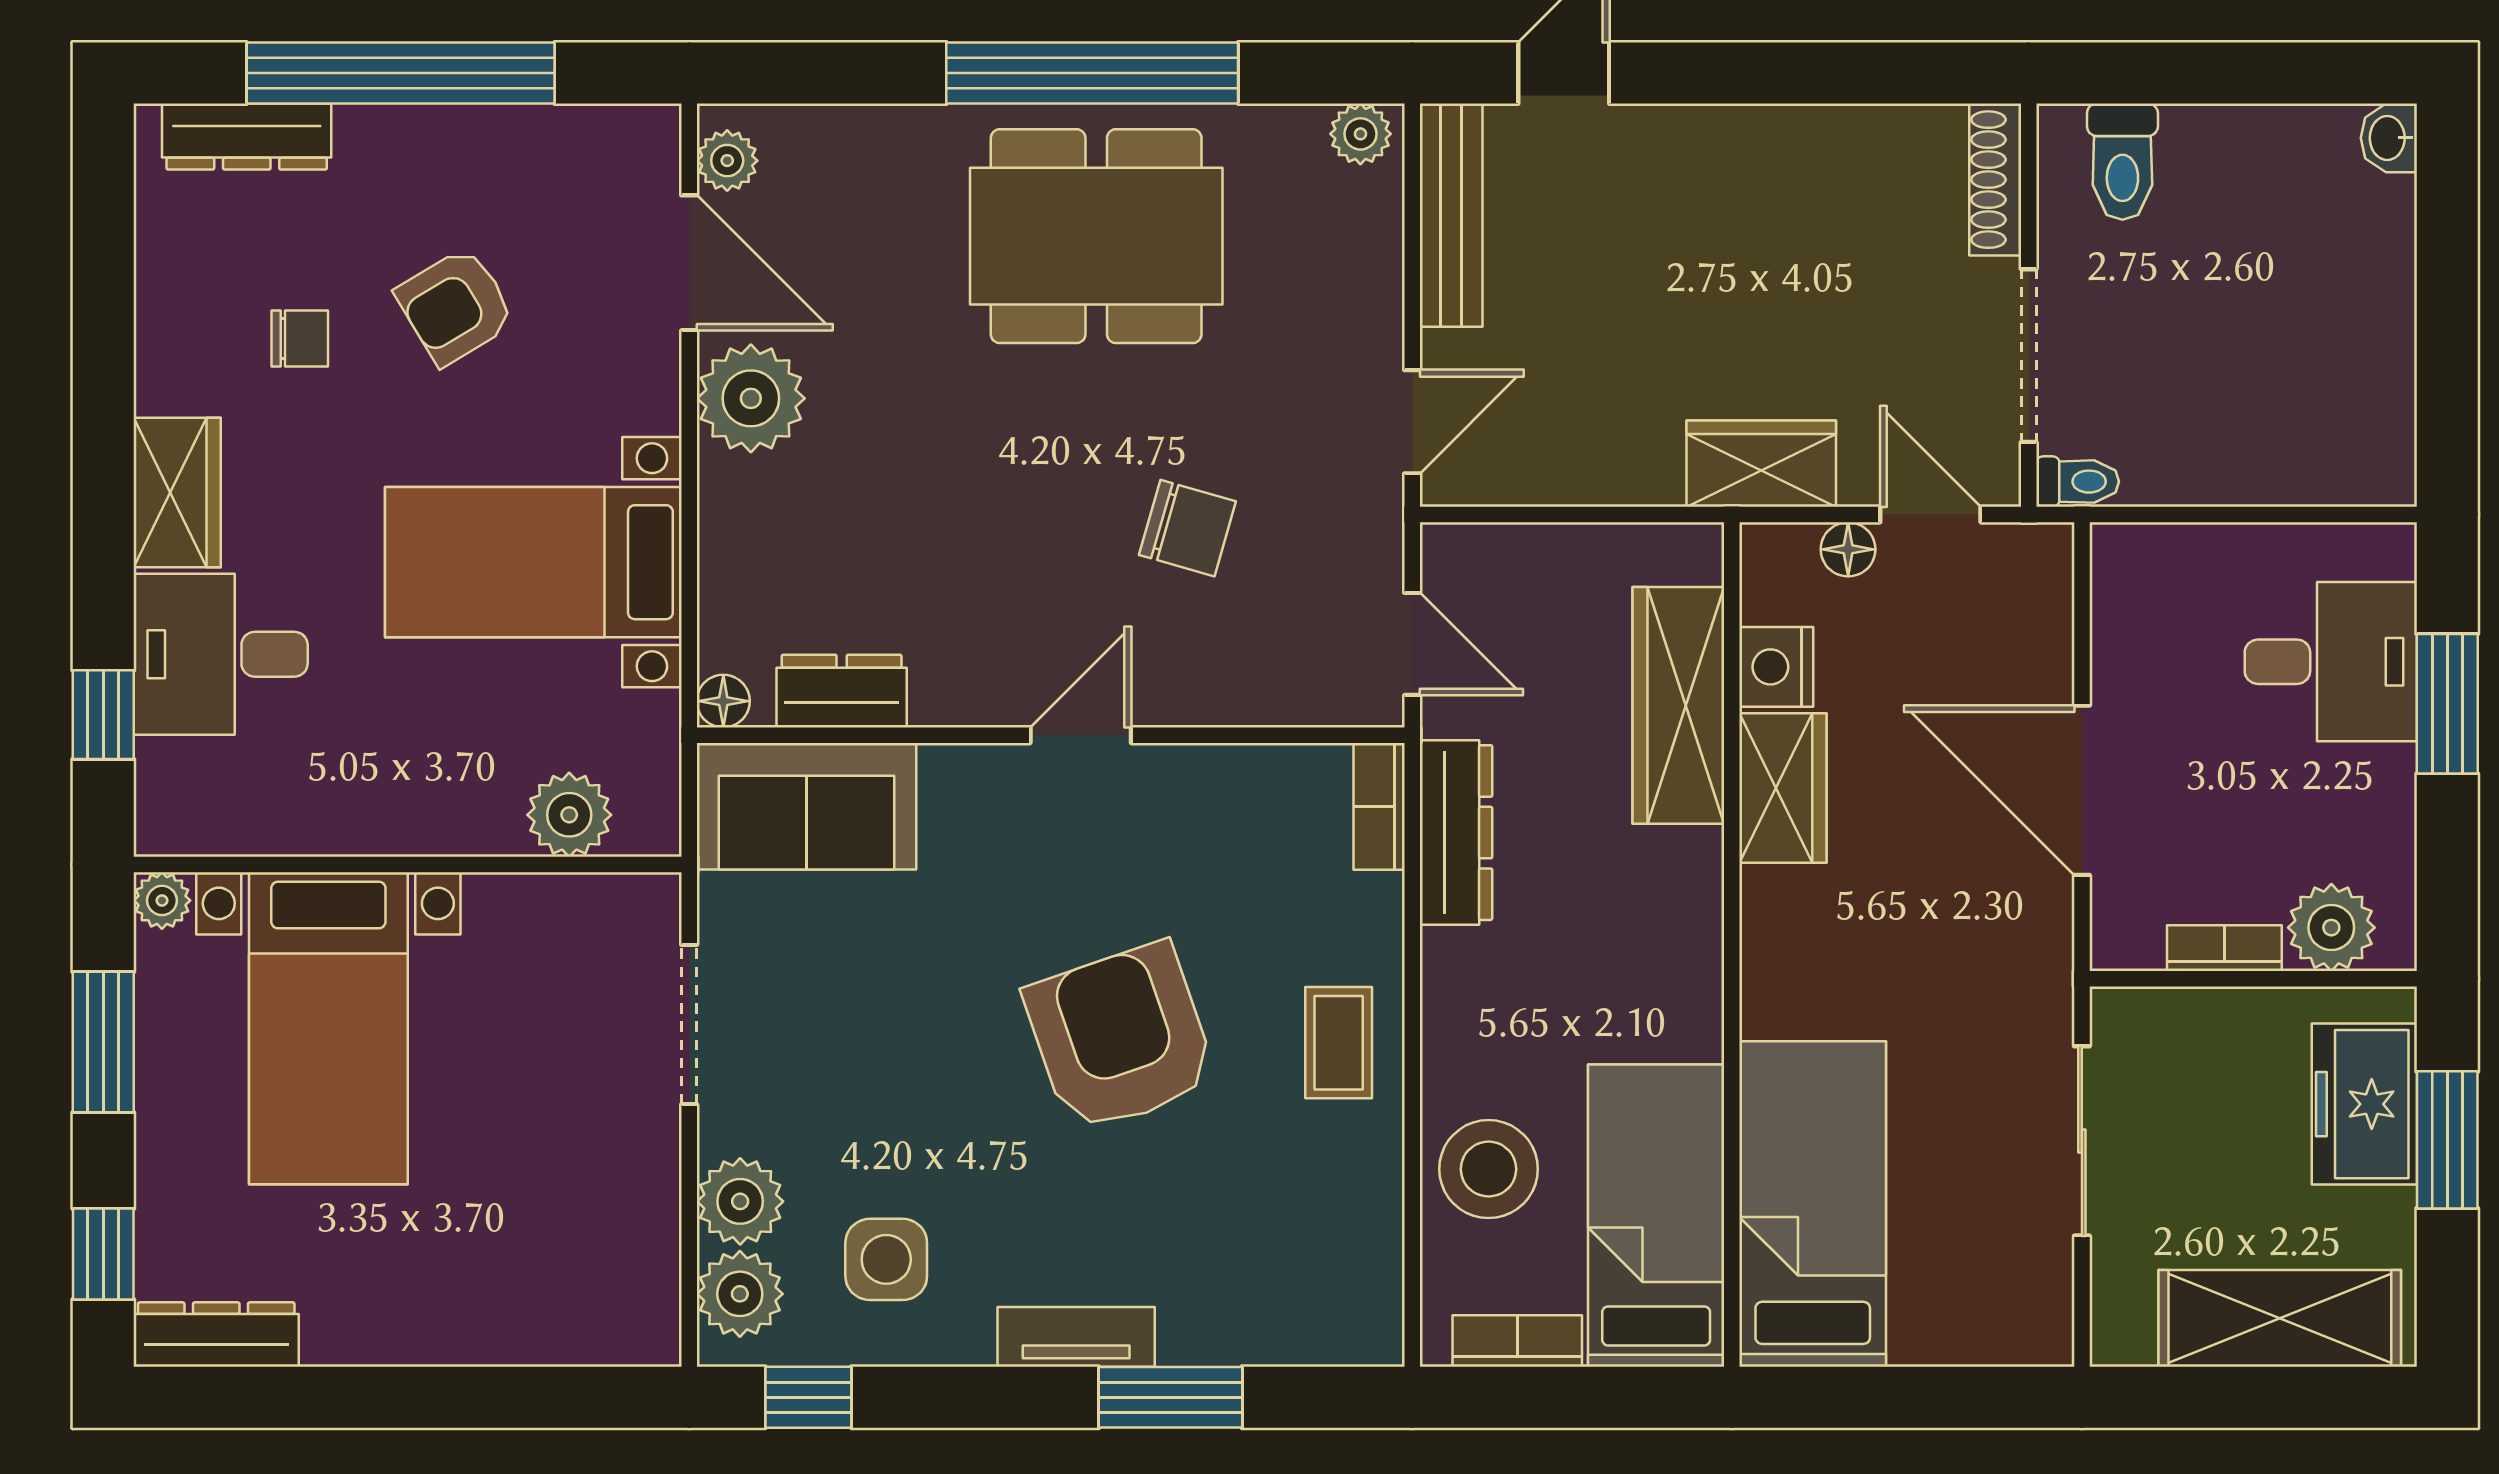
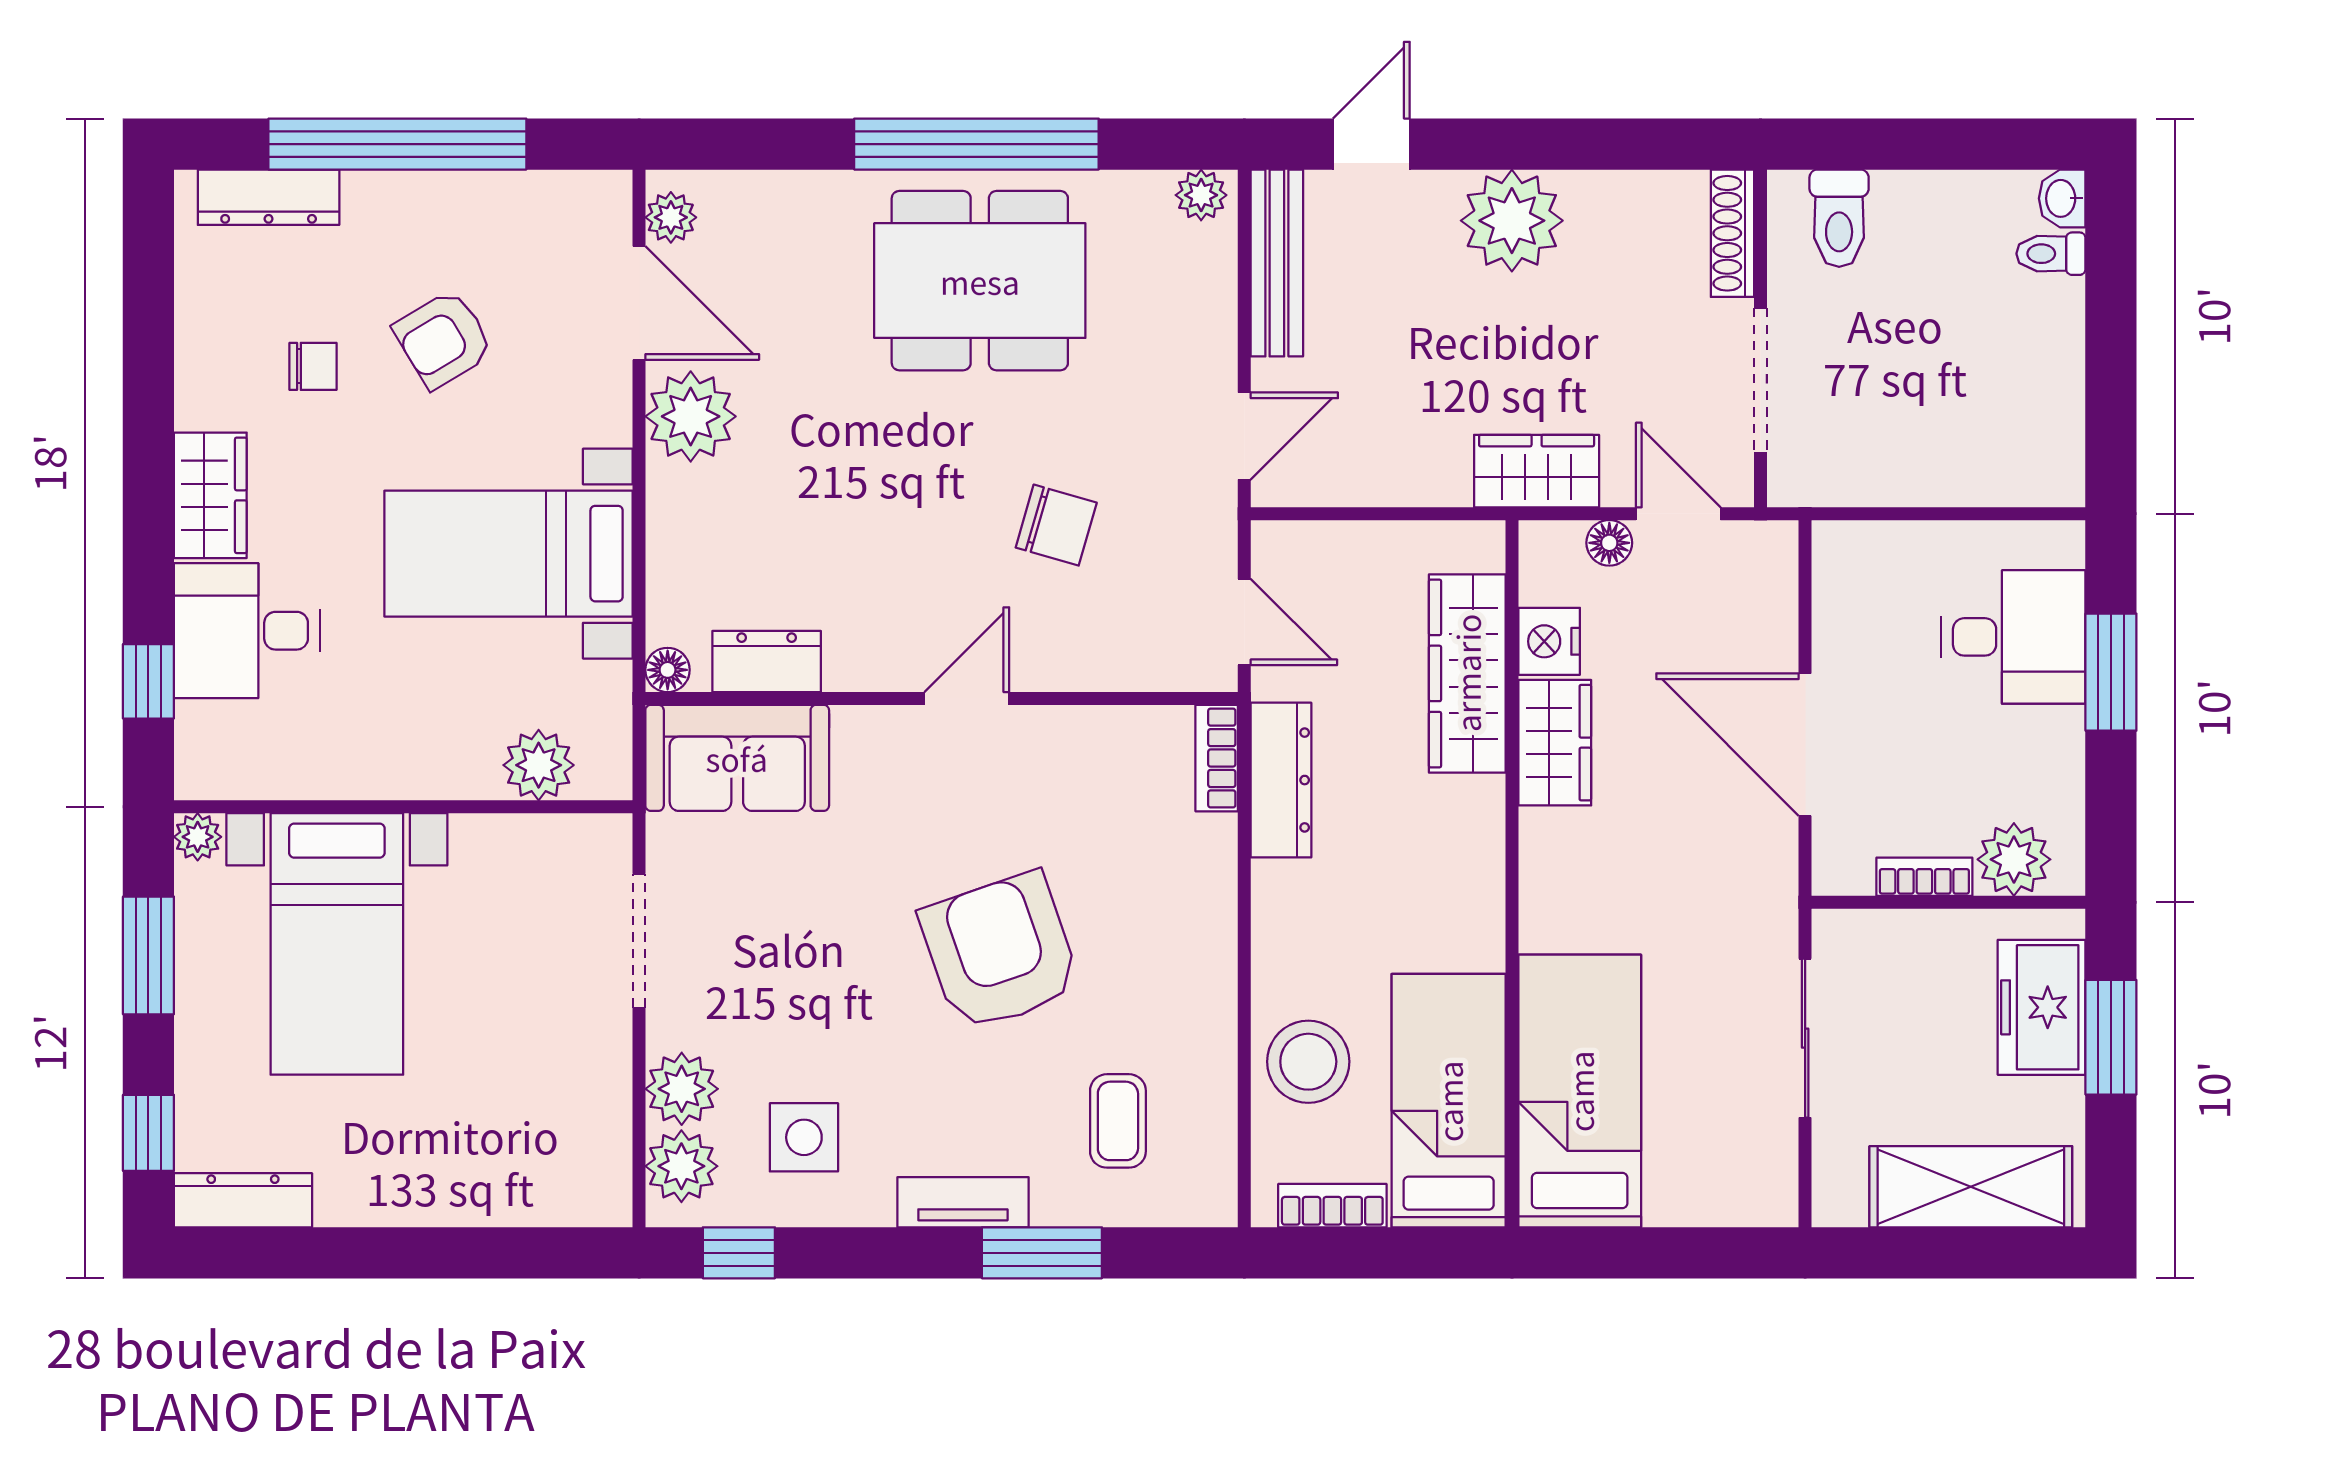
plant: (1732, 164) -> (1512, 221), added
toilet: (2078, 482) -> (2051, 254), moved, turned 180
coffee table: (1339, 1043) -> (1118, 1121), moved

